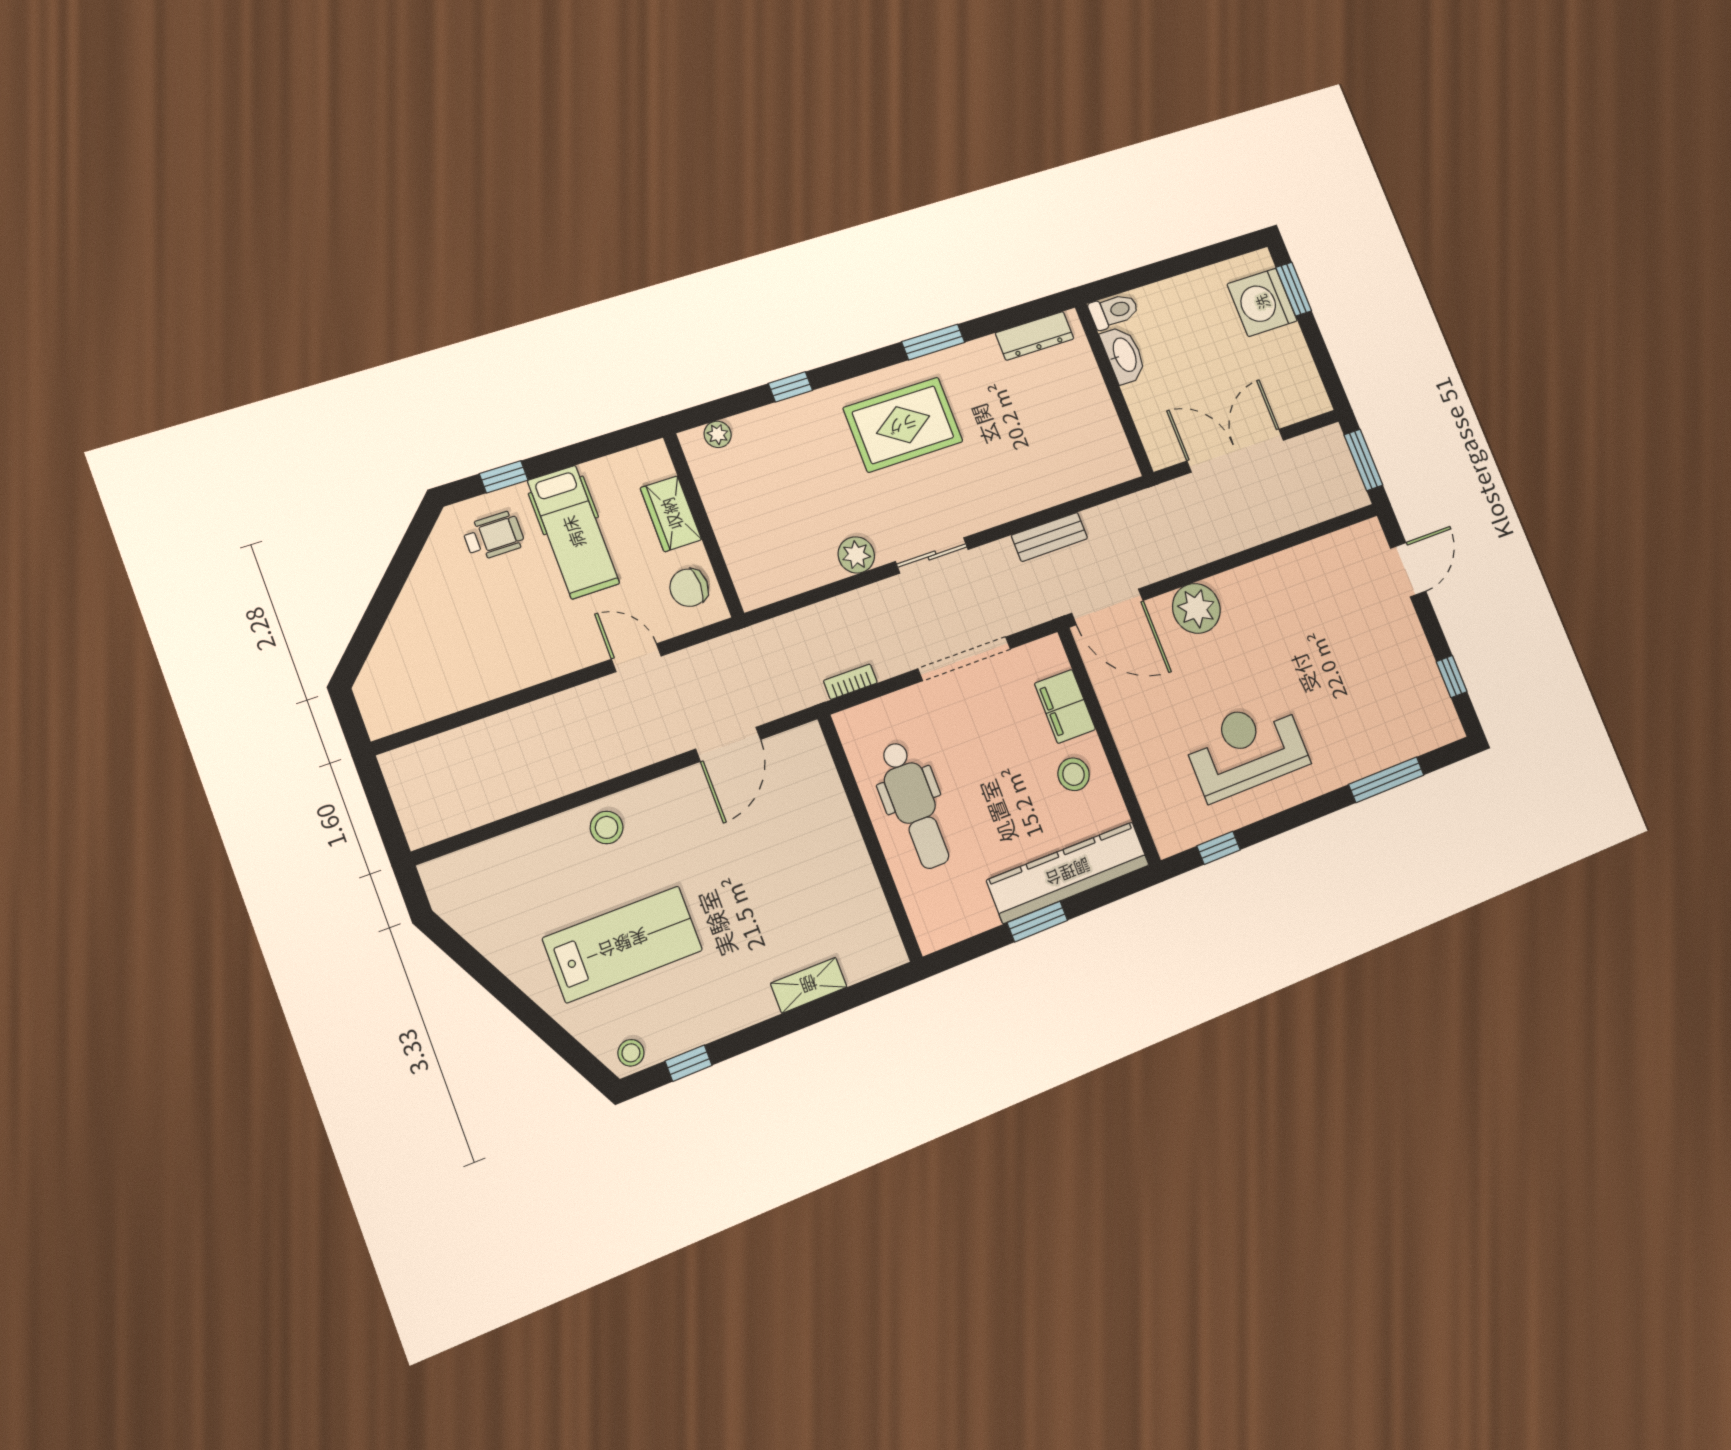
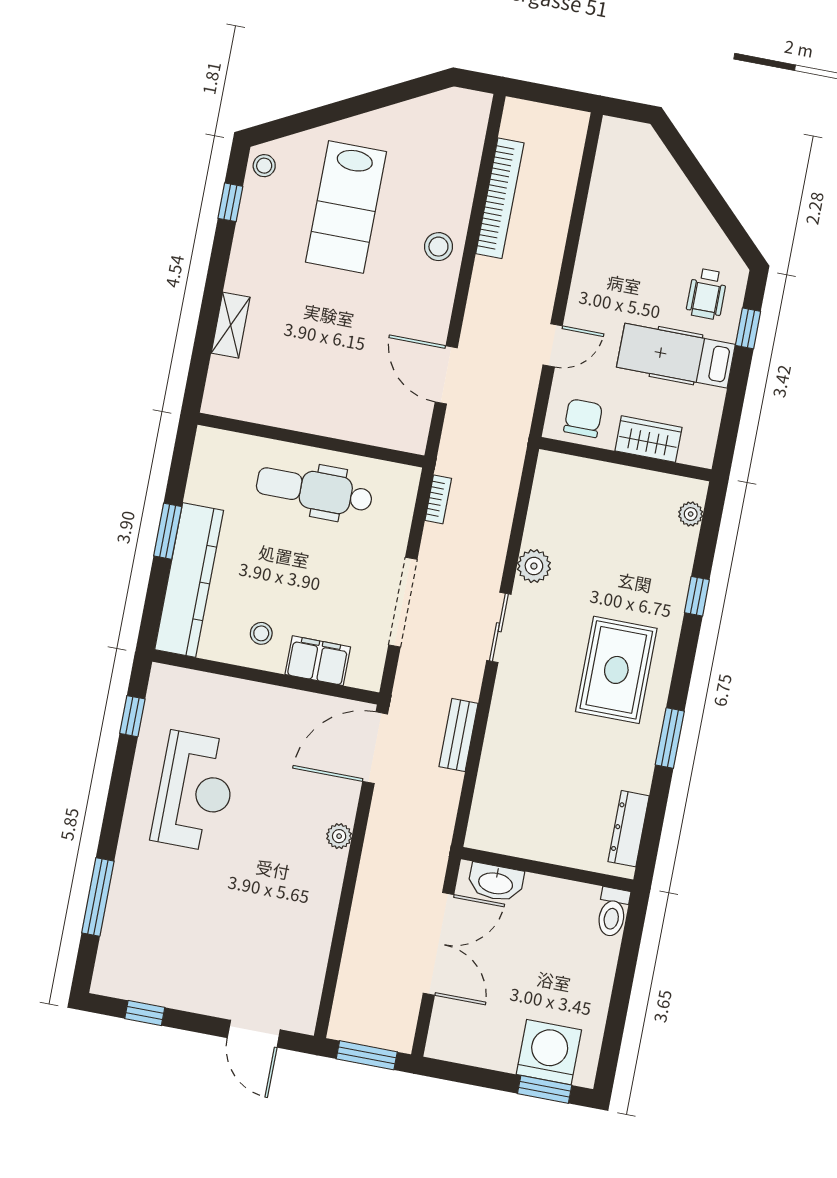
washbasin: (1124, 355) -> (496, 882), moved
plant: (1196, 608) -> (339, 836), width x0.53, depth x0.53
stool: (1074, 774) -> (261, 633), width x0.73, depth x0.73
bookcase: (520, 795) -> (500, 198), added

